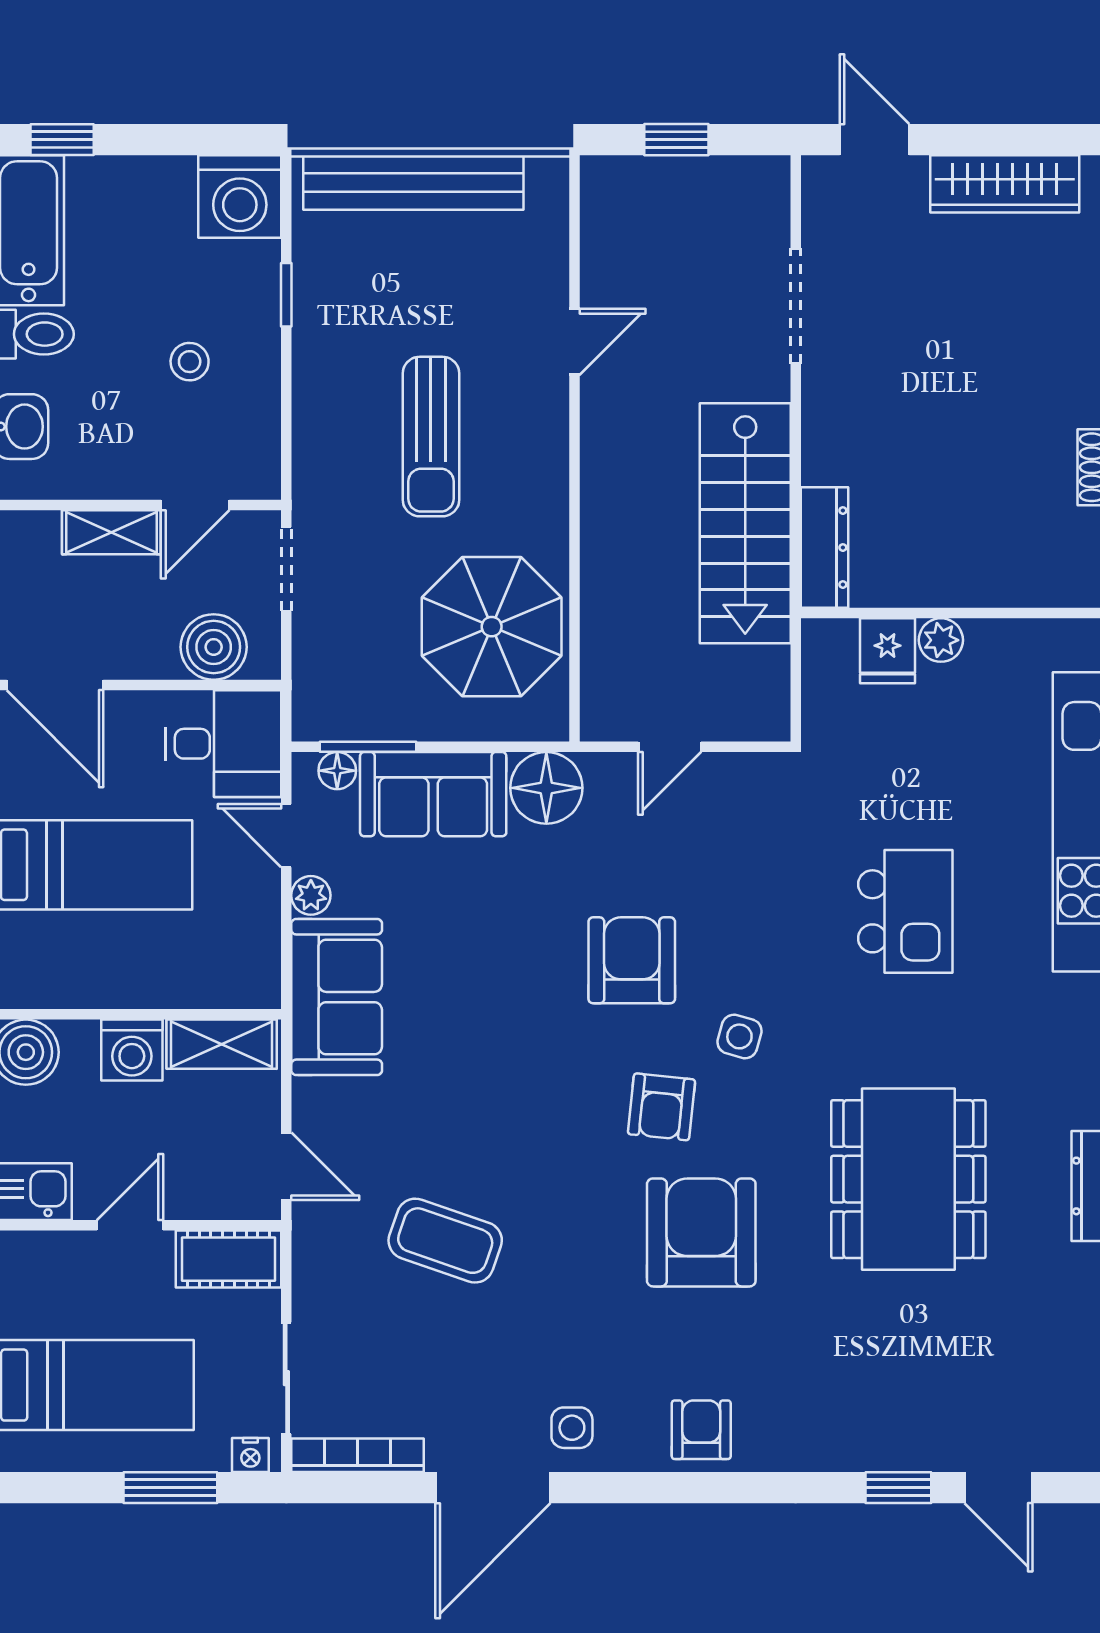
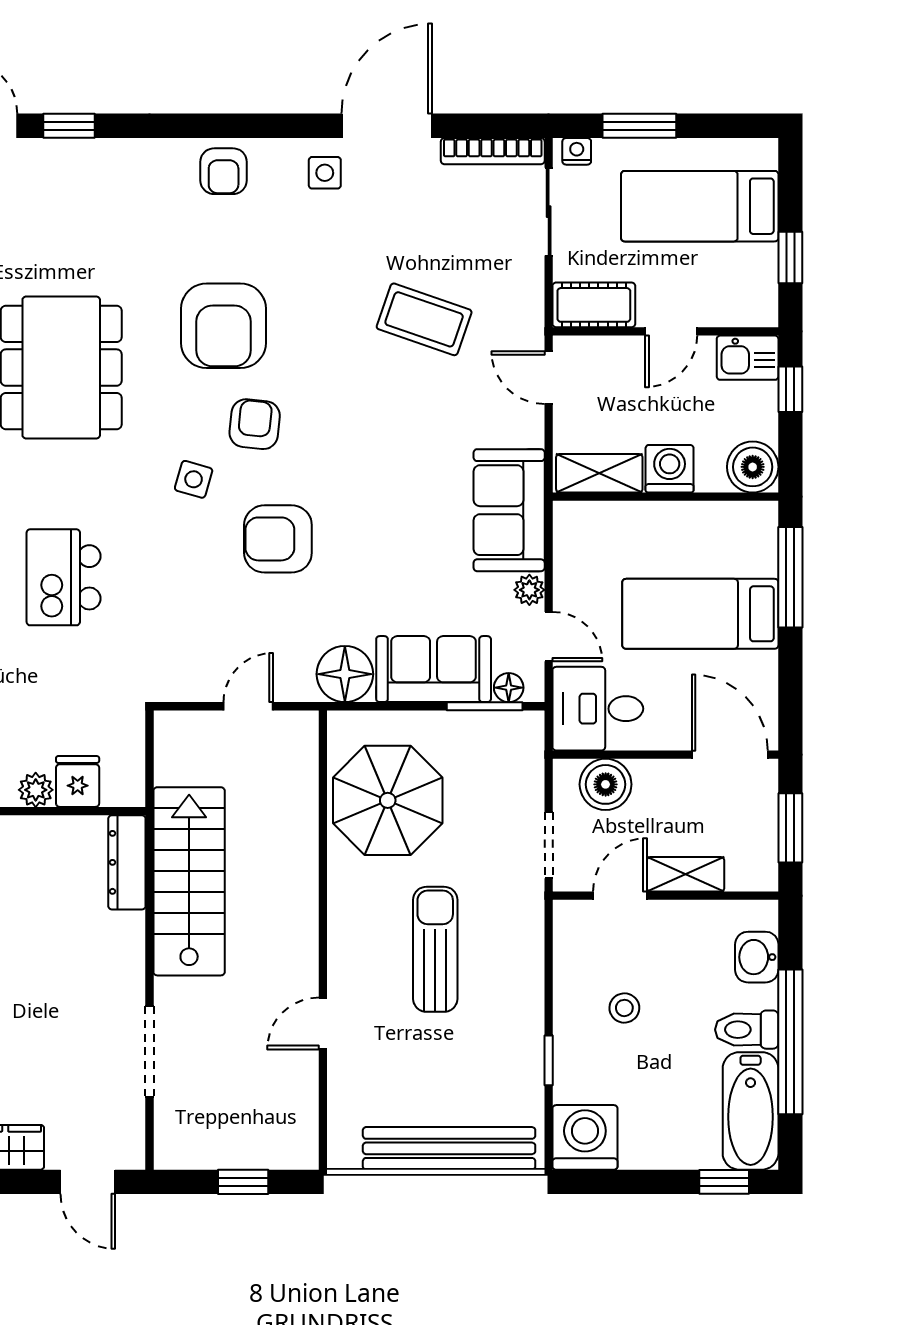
armchair: (632, 960) -> (278, 539), turned 90

